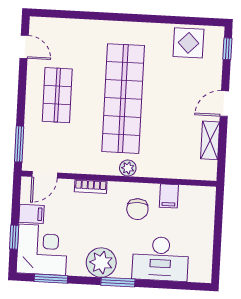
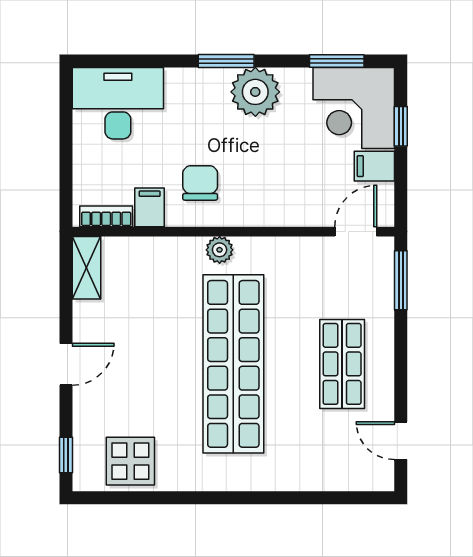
shelving: (210, 140) -> (86, 268), moved
bookcase: (91, 186) -> (106, 216), moved
desk: (160, 259) -> (118, 103), moved

